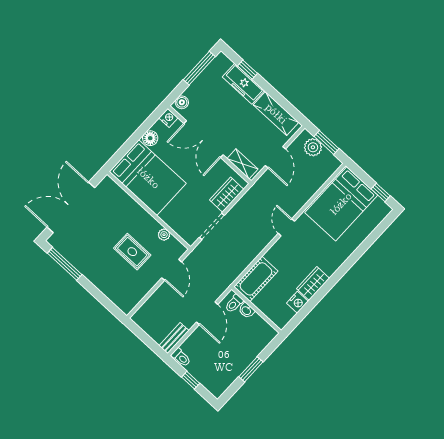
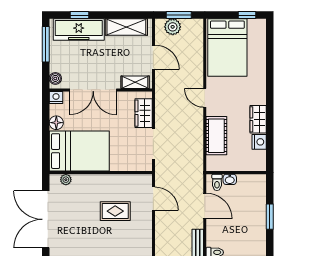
freezer: (243, 84) -> (79, 30), width x1.36, depth x1.26
plant: (164, 235) -> (66, 180), moved
cot: (256, 279) -> (216, 136), moved

